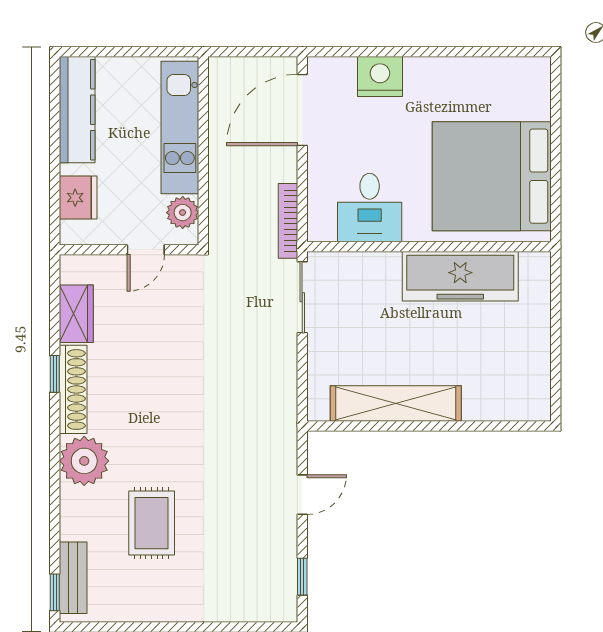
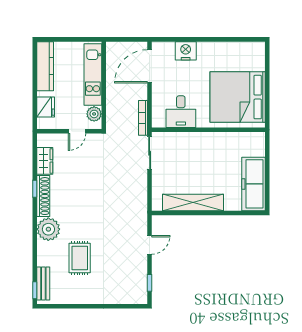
freezer: (460, 276) -> (254, 184), moved, turned 90

